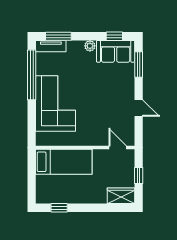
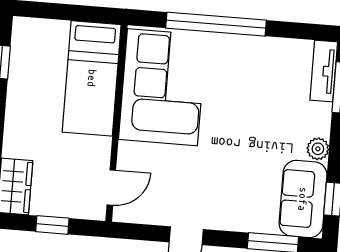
window: (32, 75) -> (216, 24), moved
corner sofa: (56, 104) -> (162, 87), moved, turned -90

